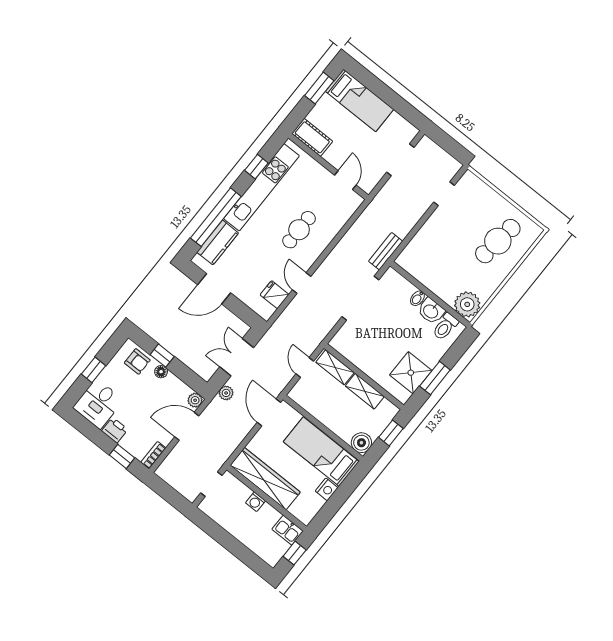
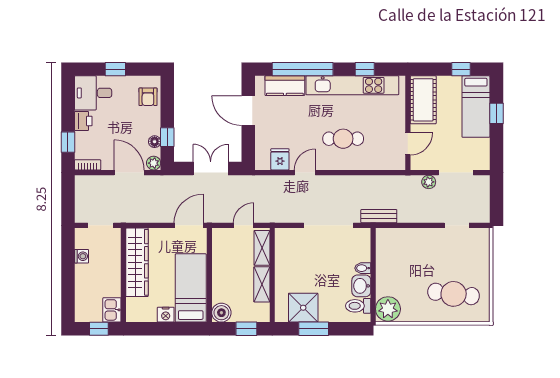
window: (319, 88) -> (461, 69), width x0.67
window: (379, 88) -> (496, 113), added
cot: (312, 137) -> (423, 100), width x1.37, depth x1.34
window: (162, 356) -> (167, 137), moved
floor lamp: (161, 372) -> (155, 142), moved
plant: (226, 393) -> (429, 182), moved
washing machine: (255, 502) -> (81, 256), moved, turned 180

